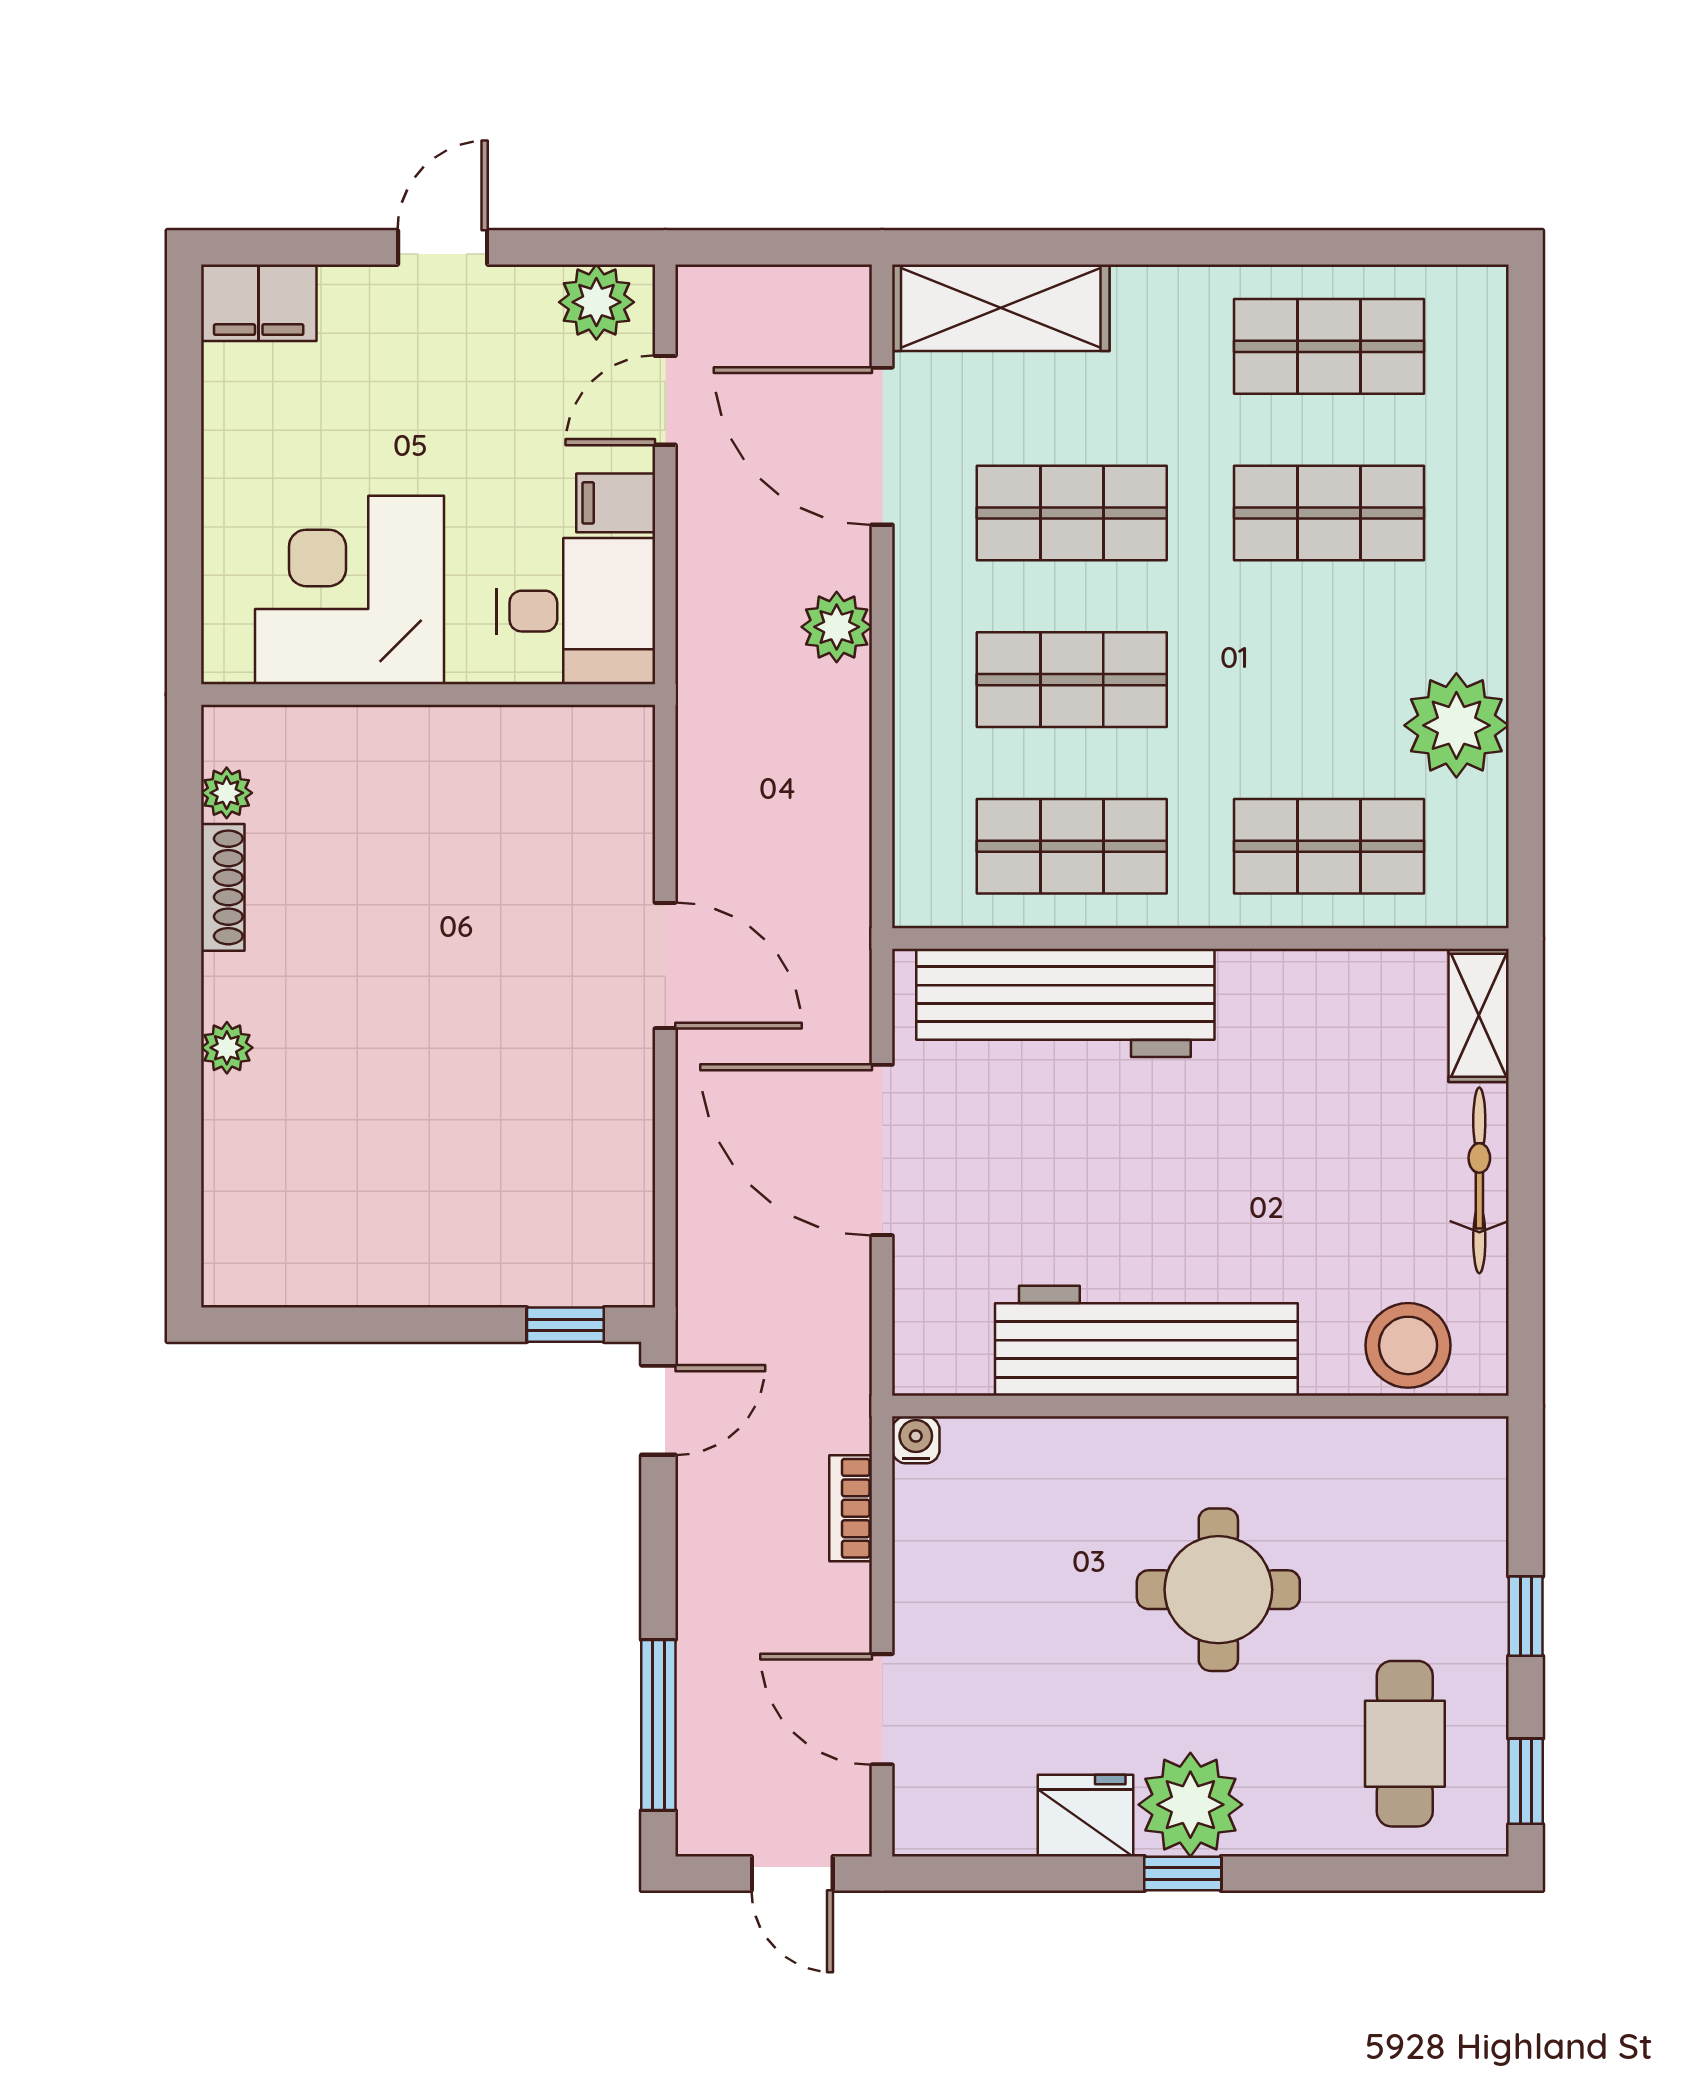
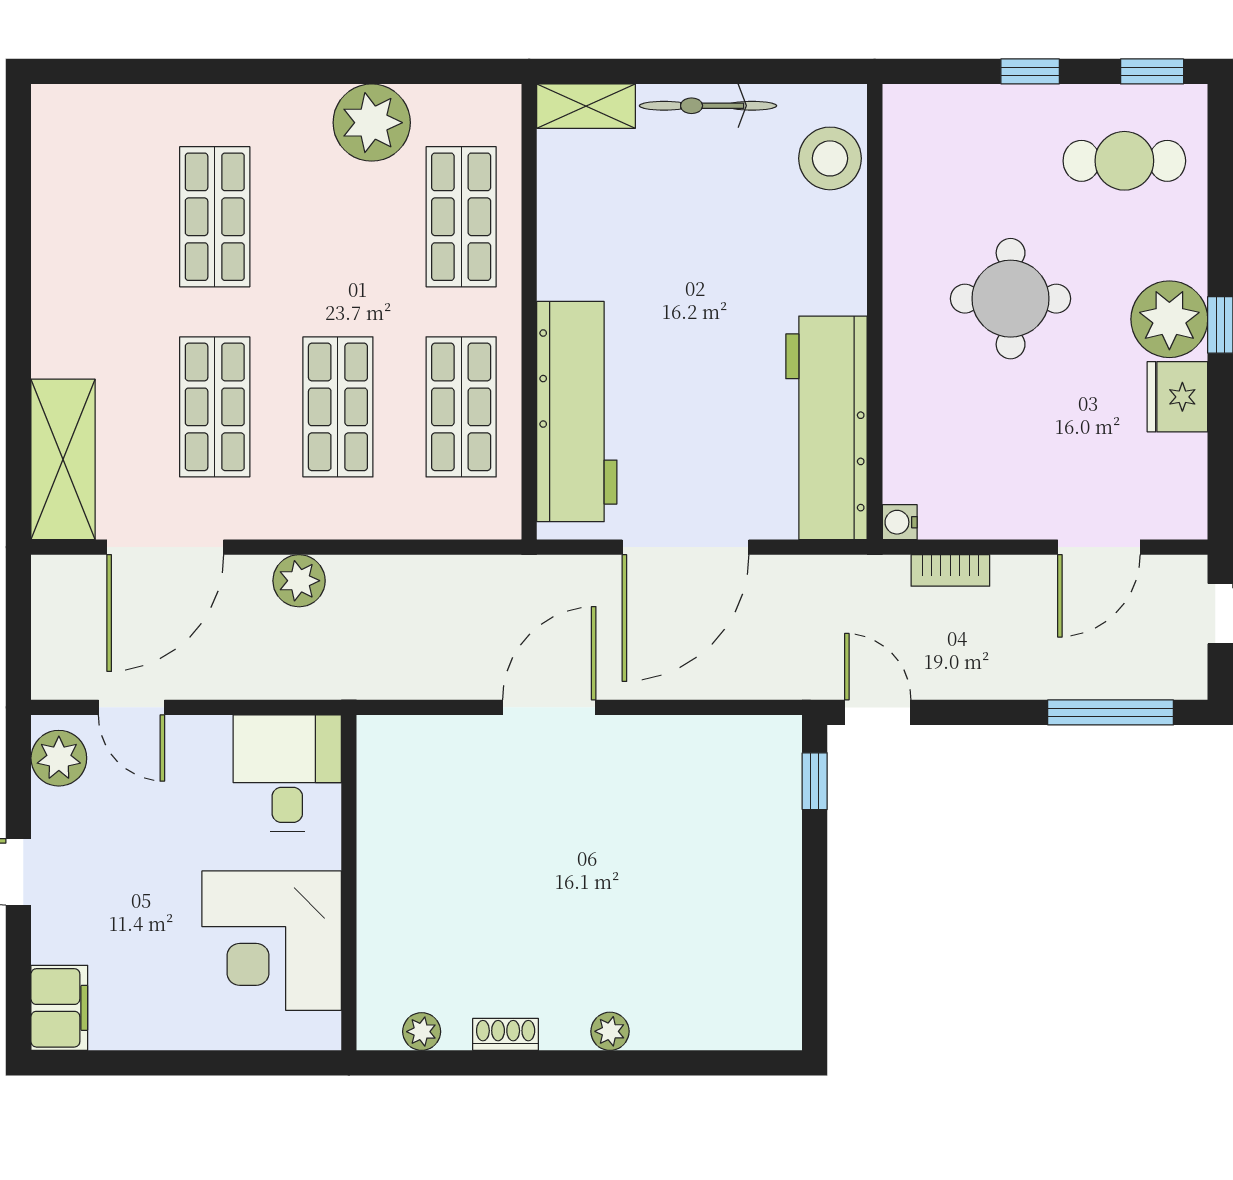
shop shelf: (1329, 346) -> (92, 217), removed
filing cabinet: (616, 503) -> (207, 744), removed
shoe rack: (223, 887) -> (506, 1034), width x0.70
workbench: (1146, 1341) -> (826, 428), moved

